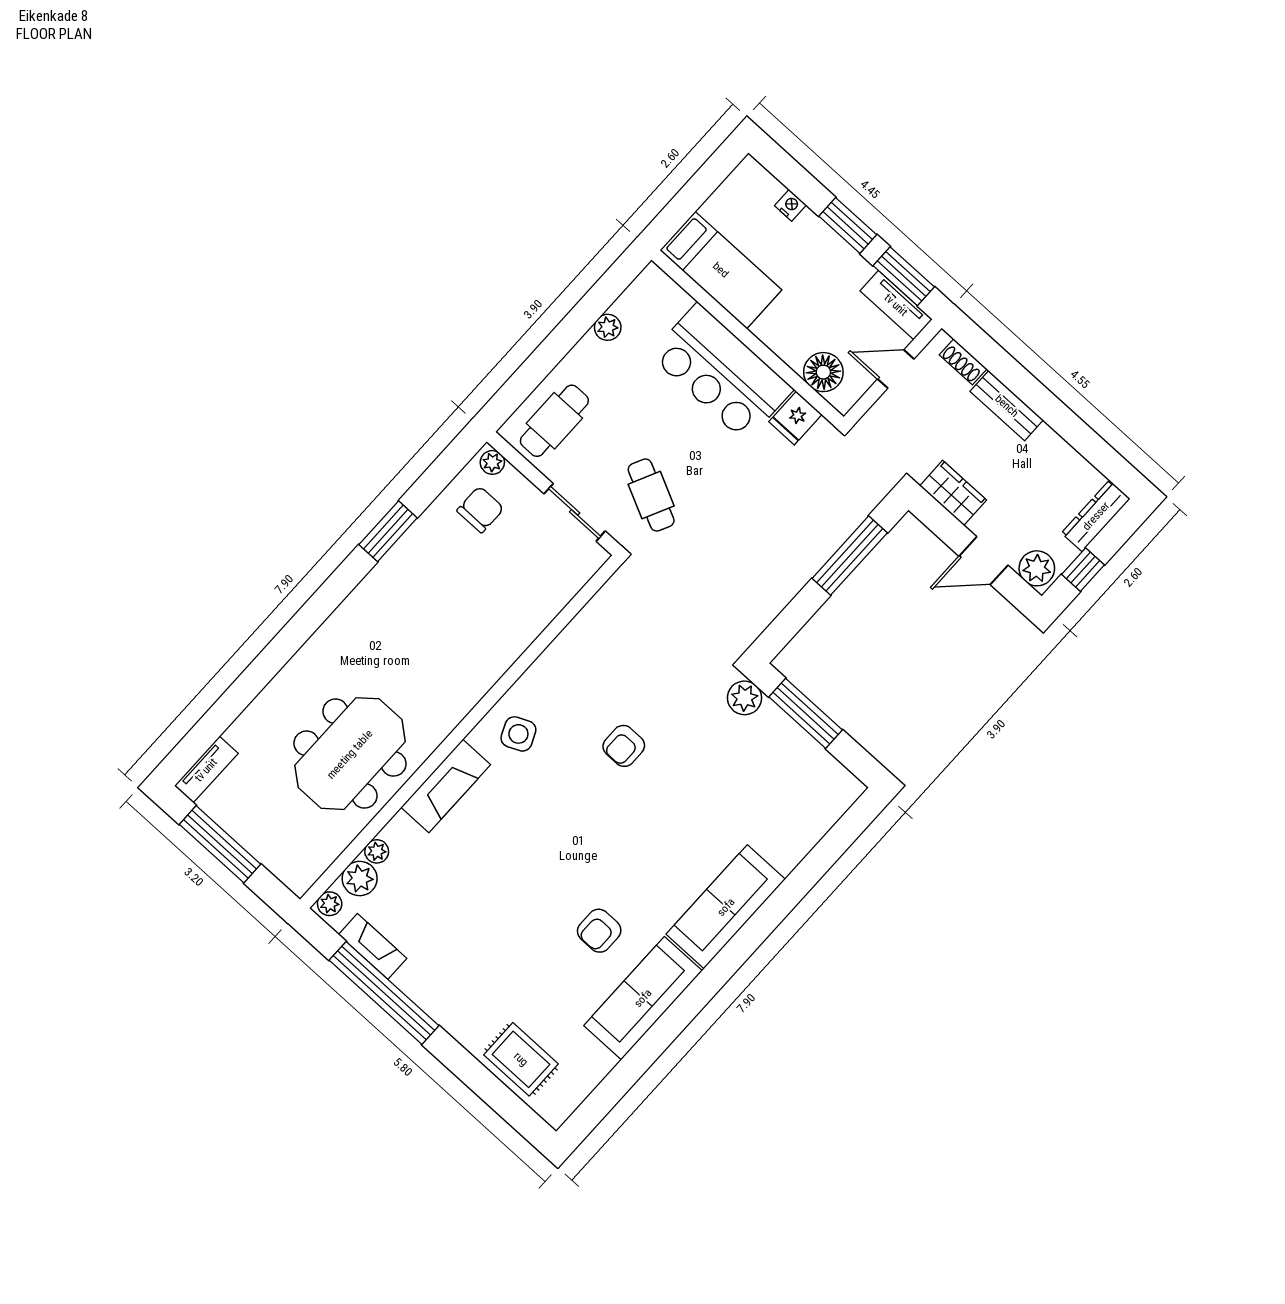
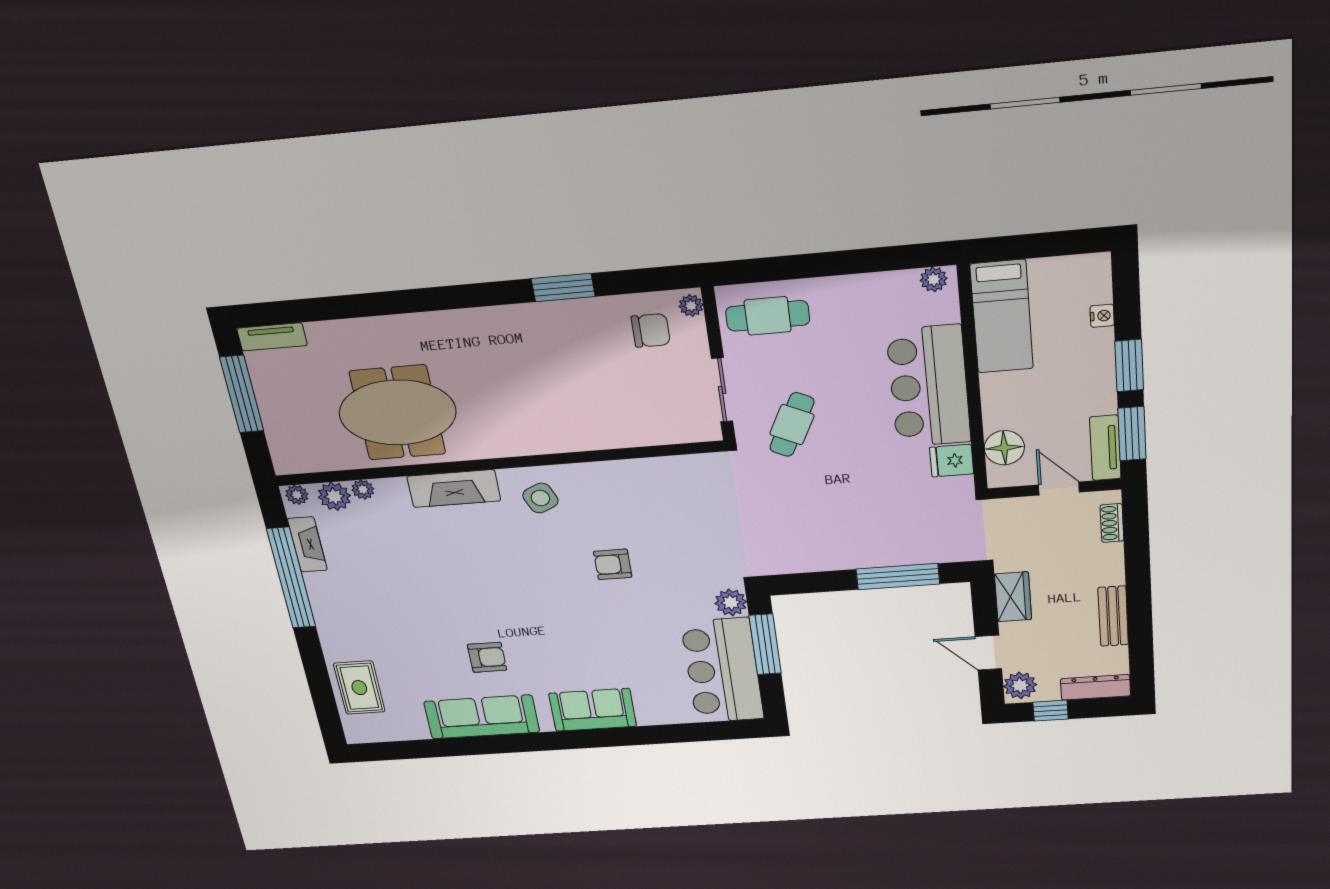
plant: (608, 327) -> (934, 279), moved
bench: (1007, 406) -> (1113, 616), moved
bar counter: (795, 770) -> (722, 671), added
sofa: (726, 907) -> (593, 710), width x0.73
armchair: (599, 931) -> (487, 657), turned 180

